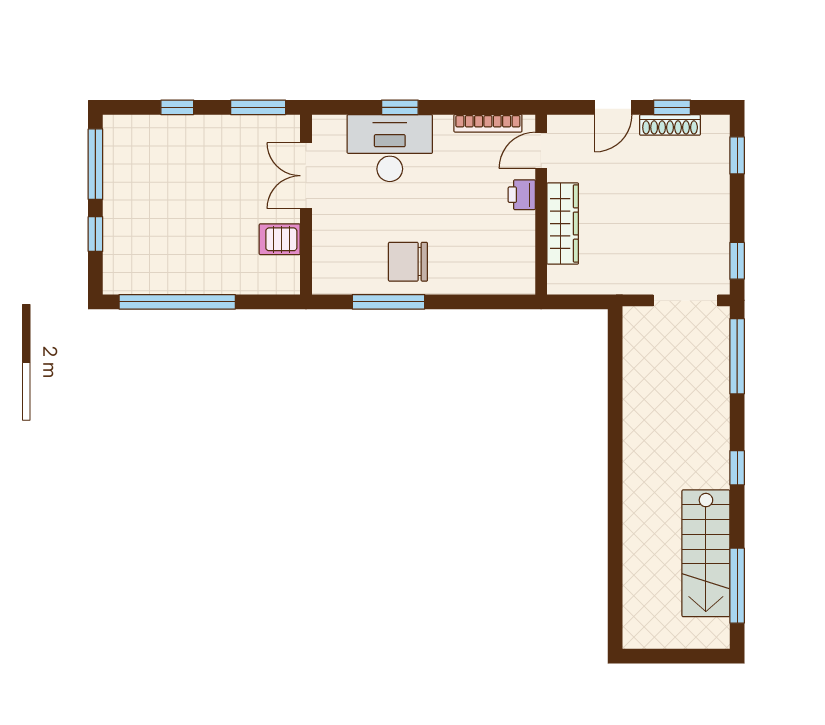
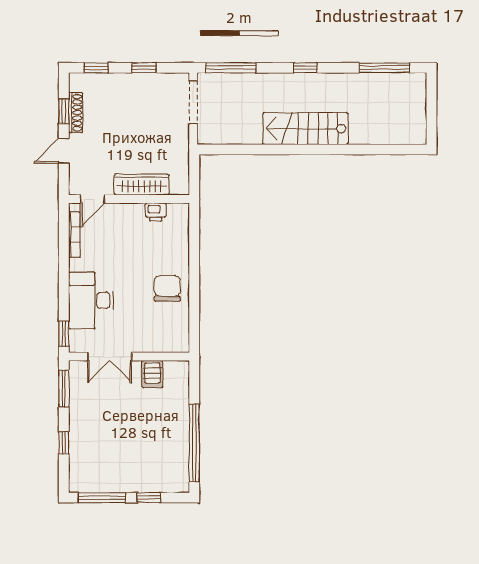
window: (400, 107) -> (64, 333), moved
door: (613, 107) -> (64, 151), swing flipped
door: (541, 150) -> (93, 199), hinge flipped
printer: (522, 195) -> (156, 212), moved
window: (737, 261) -> (144, 68), moved
chair: (408, 262) -> (167, 288), turned 180
window: (389, 302) -> (194, 301), removed
stairs: (706, 553) -> (305, 129), moved, turned 180

